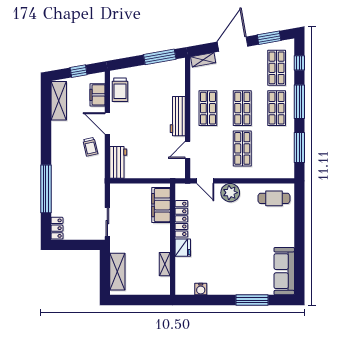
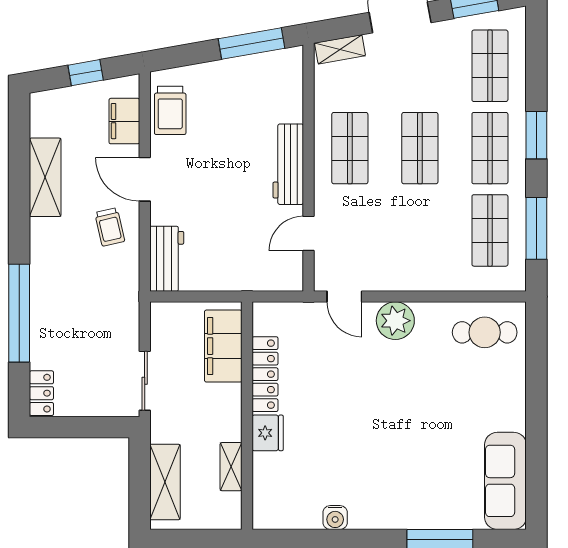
window: (299, 63) -> (536, 56), removed
shelving: (59, 101) -> (45, 177), moved
window: (299, 102) -> (536, 135), width x0.69
shop shelf: (242, 148) -> (490, 230), moved
filing cabinet: (161, 205) -> (223, 346), moved
locker: (181, 219) -> (265, 374), moved
wall: (173, 239) -> (247, 416), moved
fridge: (183, 248) -> (268, 433), moved
shelving: (165, 264) -> (231, 467), moved

